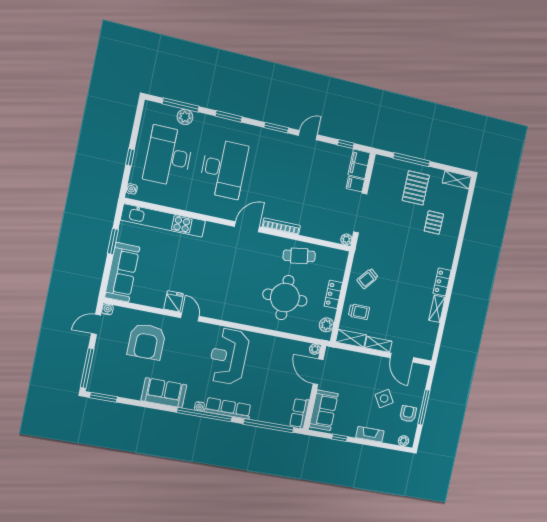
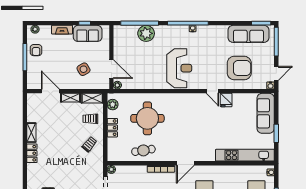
armchair: (147, 341) -> (239, 68), turned 90
sofa: (164, 393) -> (248, 34), moved, width x1.36
side table: (384, 399) -> (83, 69), moved
row of seats: (228, 408) -> (172, 31), removed
sofa: (324, 410) -> (88, 33), moved, turned -90
plant: (263, 411) -> (146, 33), added
row of seats: (299, 413) -> (119, 36), removed

